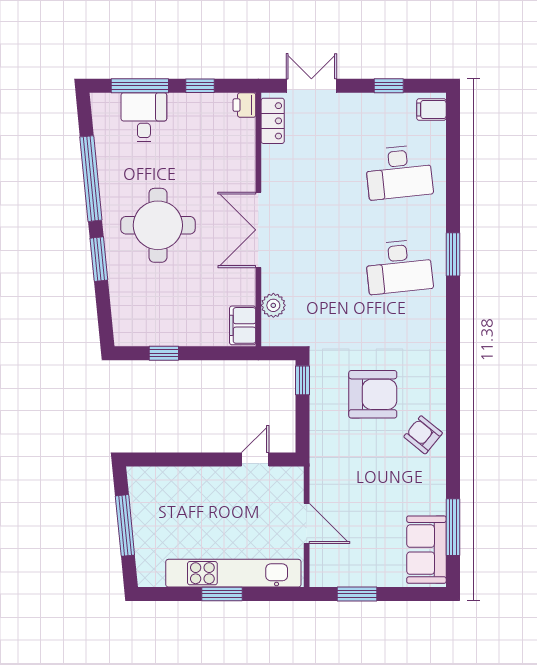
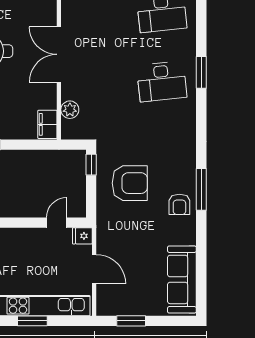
armchair: (373, 394) -> (130, 183), moved
armchair: (423, 435) -> (179, 204), turned -129
fridge: (290, 478) -> (82, 236), added
window: (453, 527) -> (201, 189), moved
sofa: (426, 550) -> (182, 279), width x1.36

